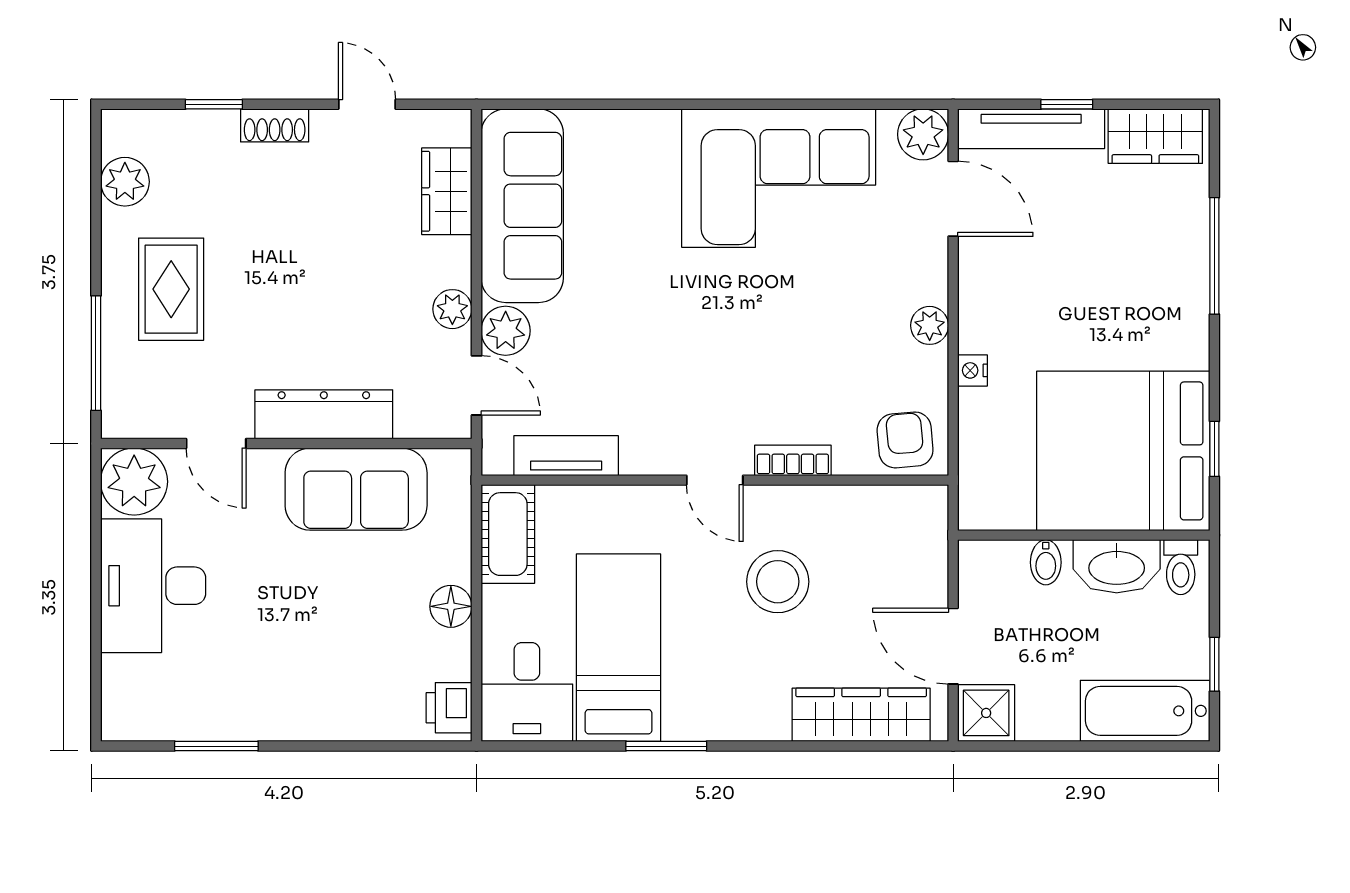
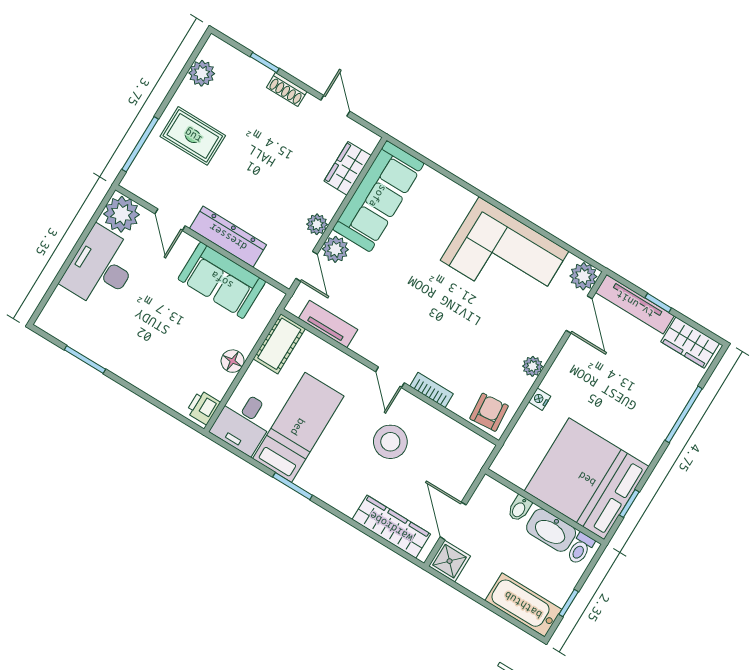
rug: (171, 289) -> (193, 136), turned 90

